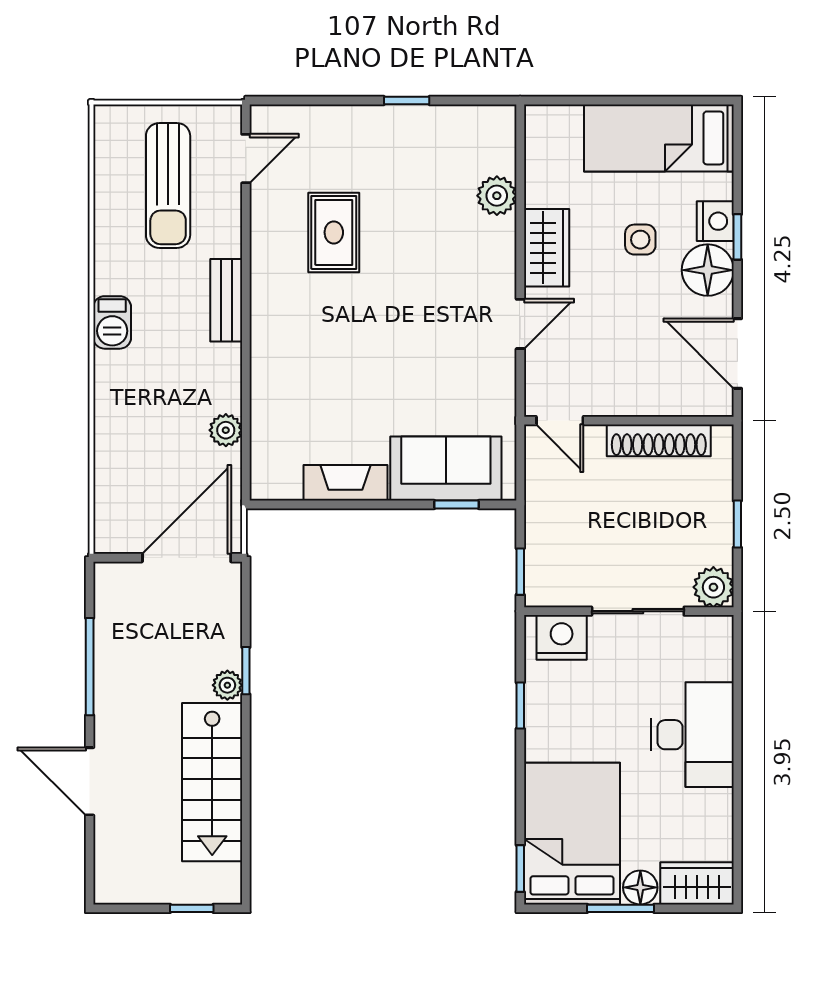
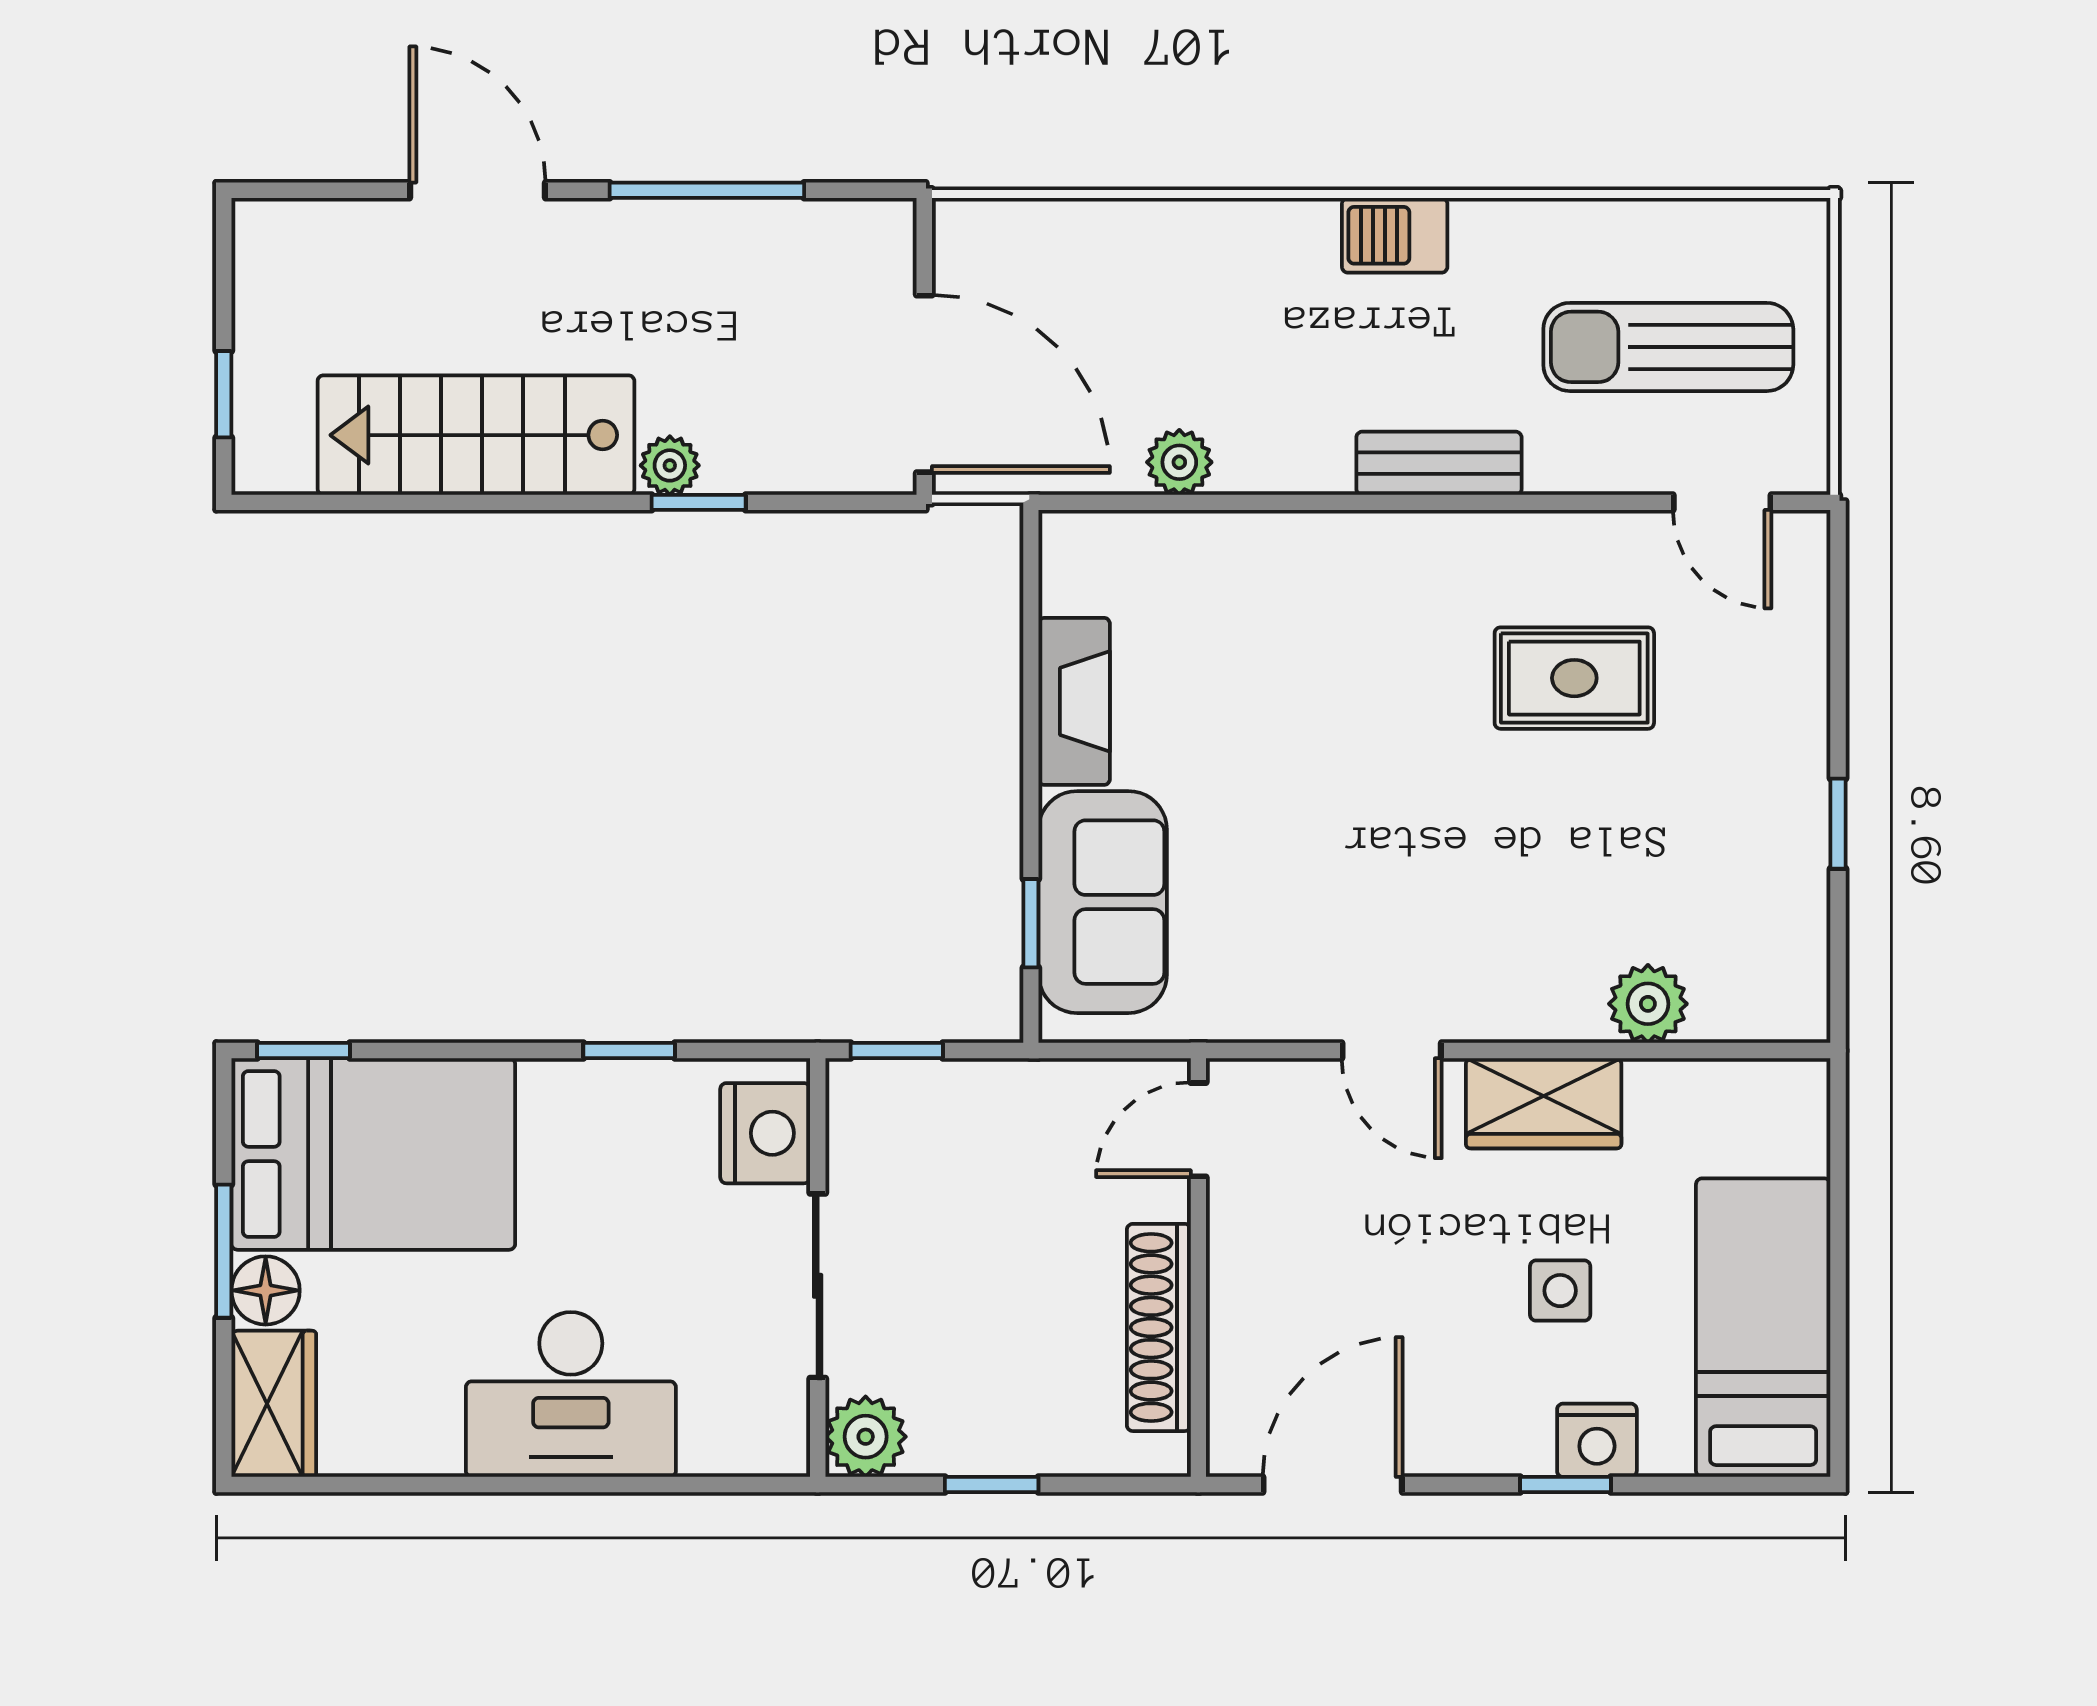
floor lamp: (708, 270) -> (1499, 1425), removed
door: (90, 781) -> (478, 190), hinge flipped

